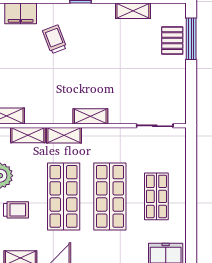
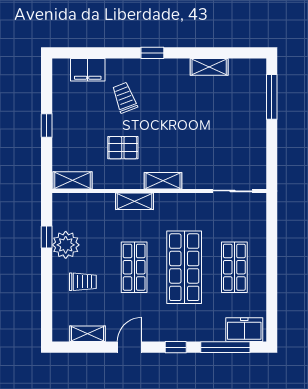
pallet: (172, 41) -> (123, 148), moved, turned 90
shelving: (28, 135) -> (96, 201), removed
shop shelf: (64, 196) -> (134, 267), width x0.70, depth x0.74

